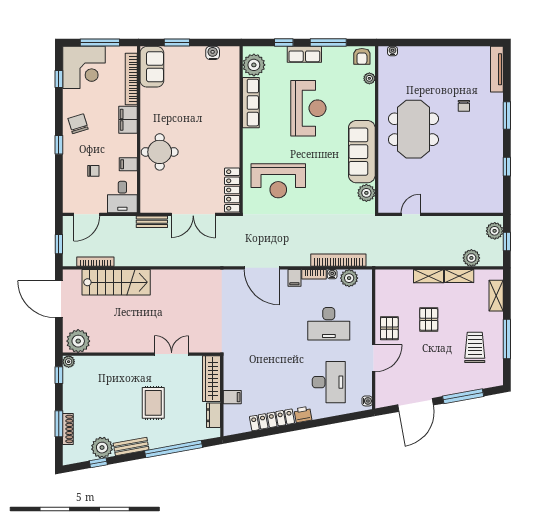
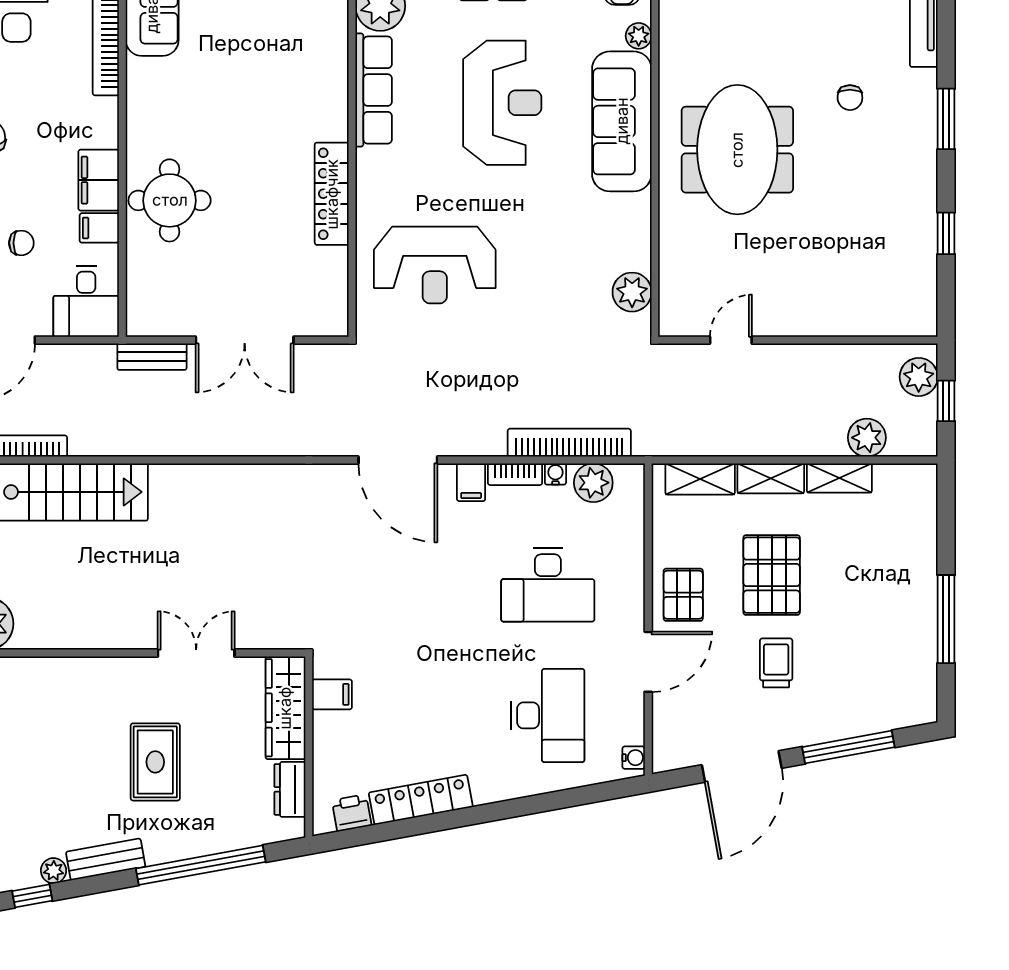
filing cabinet: (128, 120) -> (99, 180), moved
sofa: (362, 152) -> (622, 121), moved
locker: (232, 190) -> (332, 194), moved
shelving: (496, 296) -> (700, 479), moved, turned 90
pallet: (429, 319) -> (772, 575), width x1.50, depth x1.42
trolley: (475, 347) -> (776, 663), moved, width x0.73, depth x0.72
filing cabinet: (232, 397) -> (332, 694), moved
printer: (303, 414) -> (352, 813), moved
plant: (102, 448) -> (54, 871), width x0.53, depth x0.53

